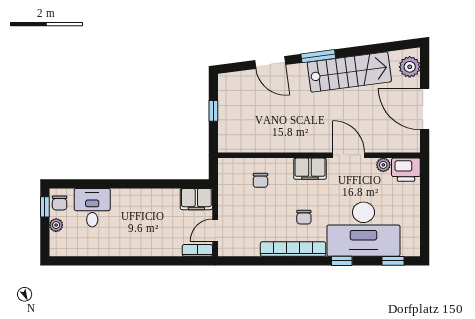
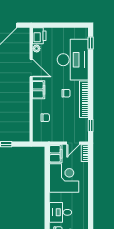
door: (349, 155) -> (31, 68), swing flipped
corner desk: (153, 214) -> (64, 178), added
door: (215, 230) -> (73, 143), hinge flipped
window: (342, 261) -> (91, 126), moved

